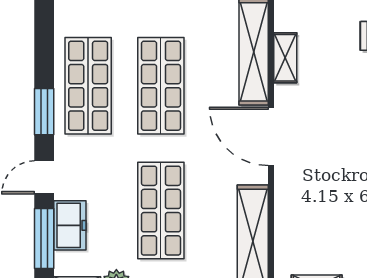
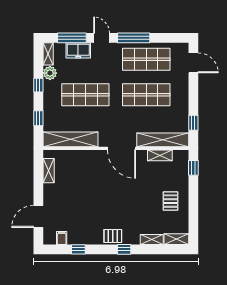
window: (44, 112) -> (134, 38), width x1.44
door: (271, 136) -> (121, 148), swing flipped

